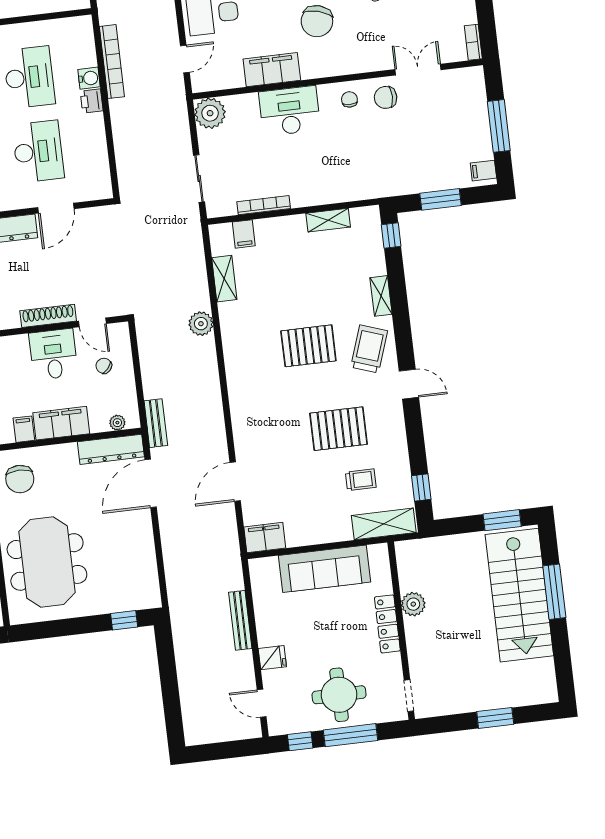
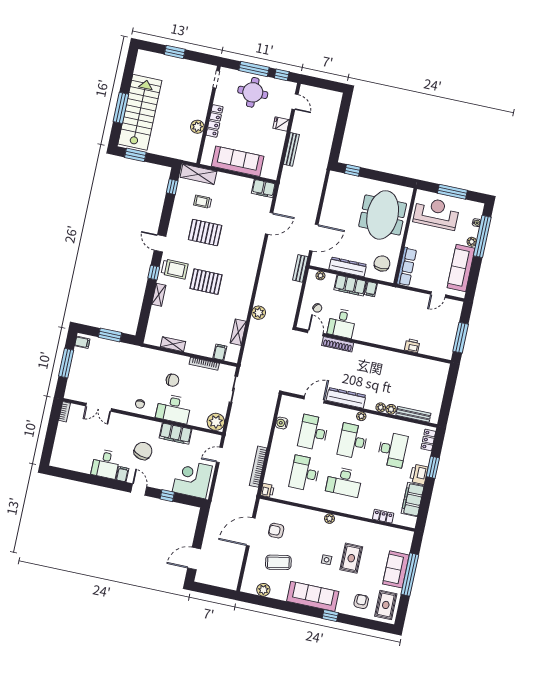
water cooler: (89, 78) -> (282, 423), moved
chair: (386, 97) -> (172, 380), moved
printer: (92, 101) -> (267, 490), moved
window: (391, 236) -> (154, 273), moved
trolley: (369, 349) -> (175, 269), turned -109
dresser: (111, 449) -> (348, 267), moved

